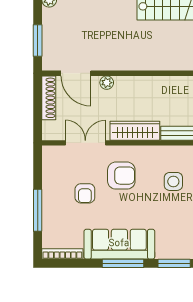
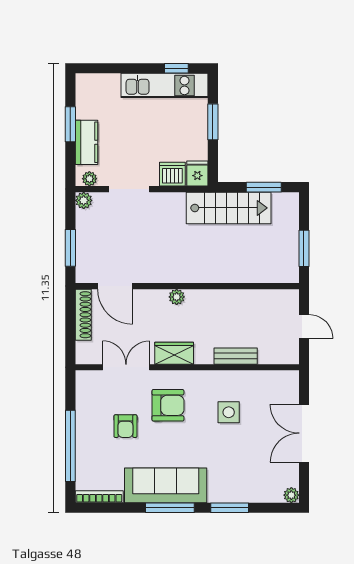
plant: (107, 83) -> (177, 297), moved
wardrobe: (135, 131) -> (174, 353), width x0.67
window: (38, 210) -> (70, 446), width x1.46

